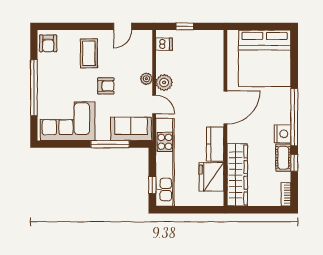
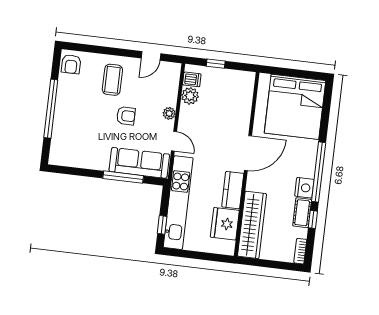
plant: (164, 83) -> (190, 96), moved
corner sofa: (68, 121) -> (82, 148), removed
sofa: (131, 129) -> (139, 163), width x1.36

